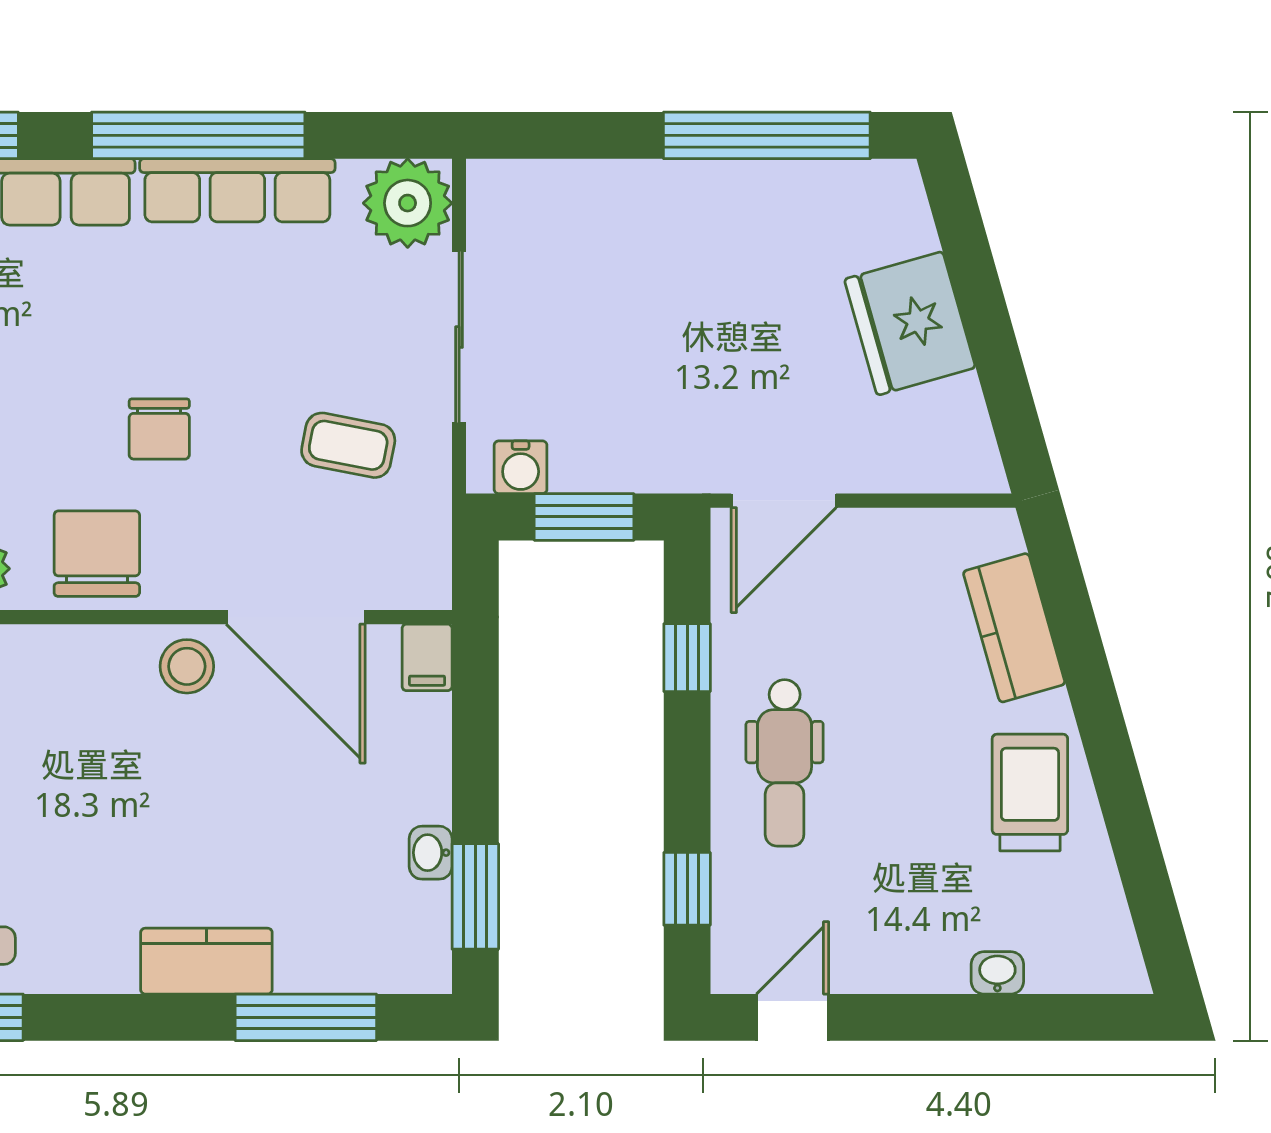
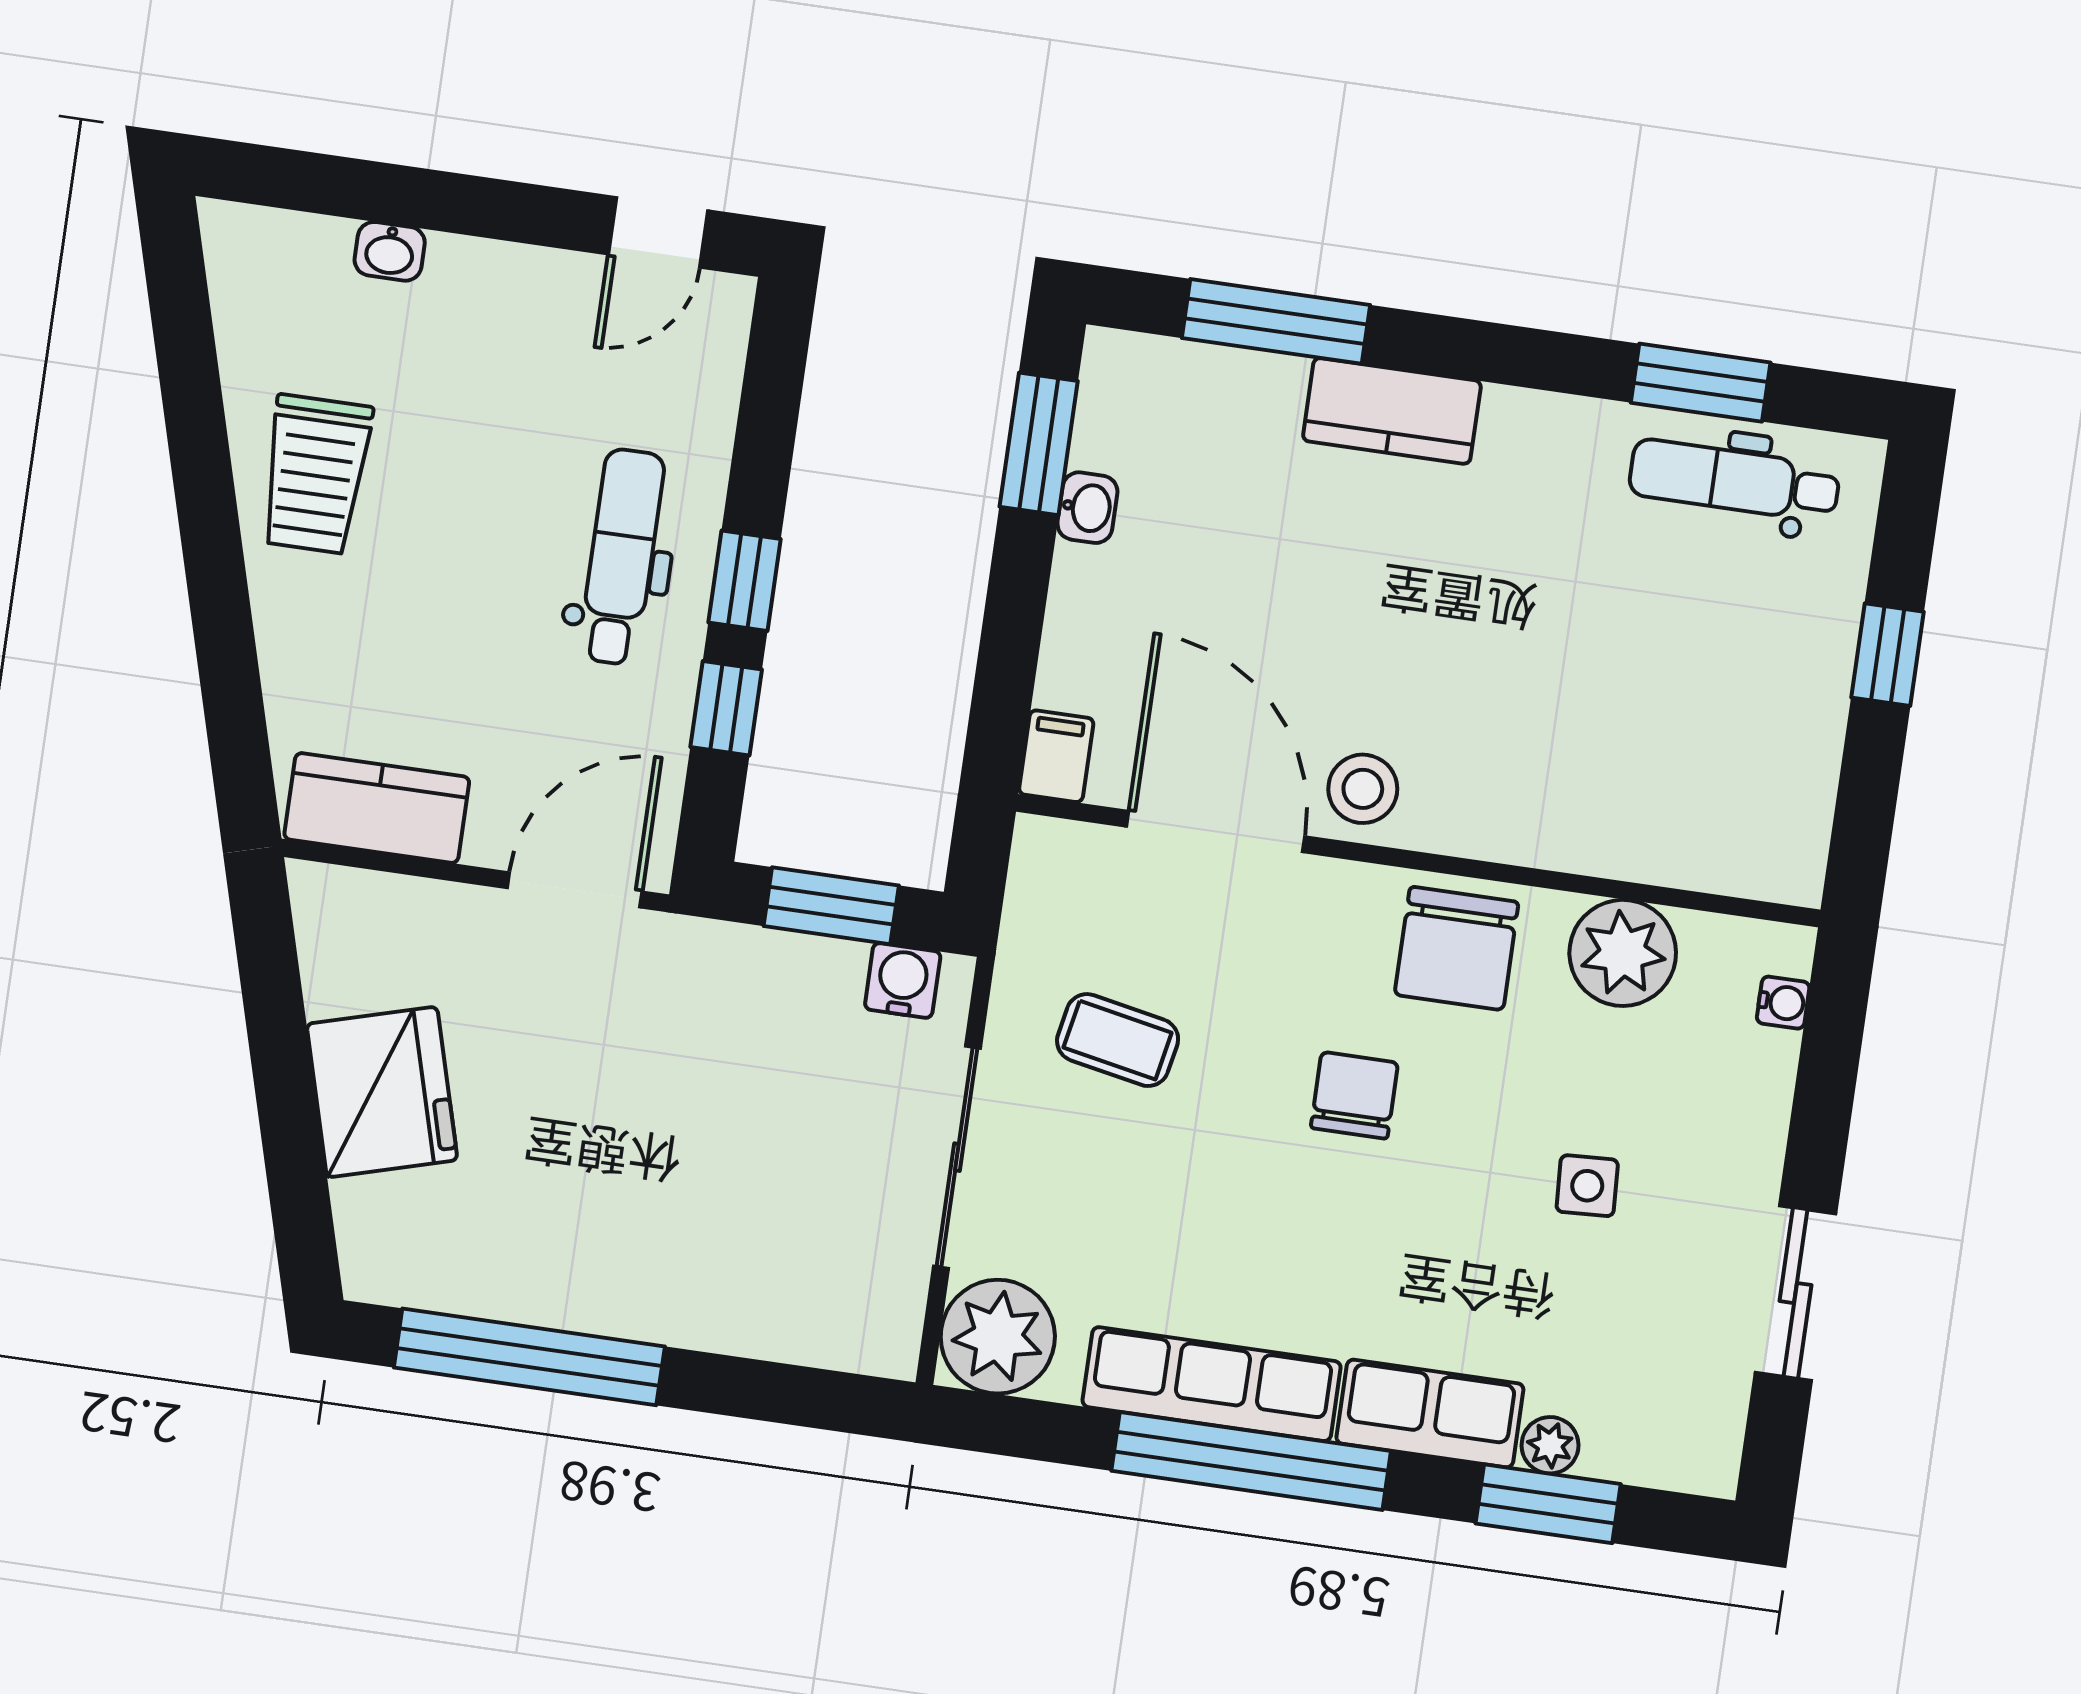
kitchen counter: (1014, 628) -> (377, 808), moved, turned -74
window: (687, 889) -> (745, 581), moved

